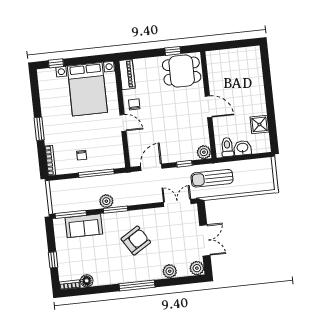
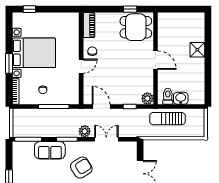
bed with nightstands: (87, 89) -> (34, 53), moved, turned -90
door: (123, 123) -> (81, 66), hinge flipped
shower: (260, 124) -> (197, 50), moved
door: (151, 167) -> (101, 107), hinge flipped
sun lounger: (212, 178) -> (167, 119), moved
plant: (106, 201) -> (85, 131), moved
double door: (177, 203) -> (106, 139), moved
sofa: (84, 226) -> (50, 150), moved

